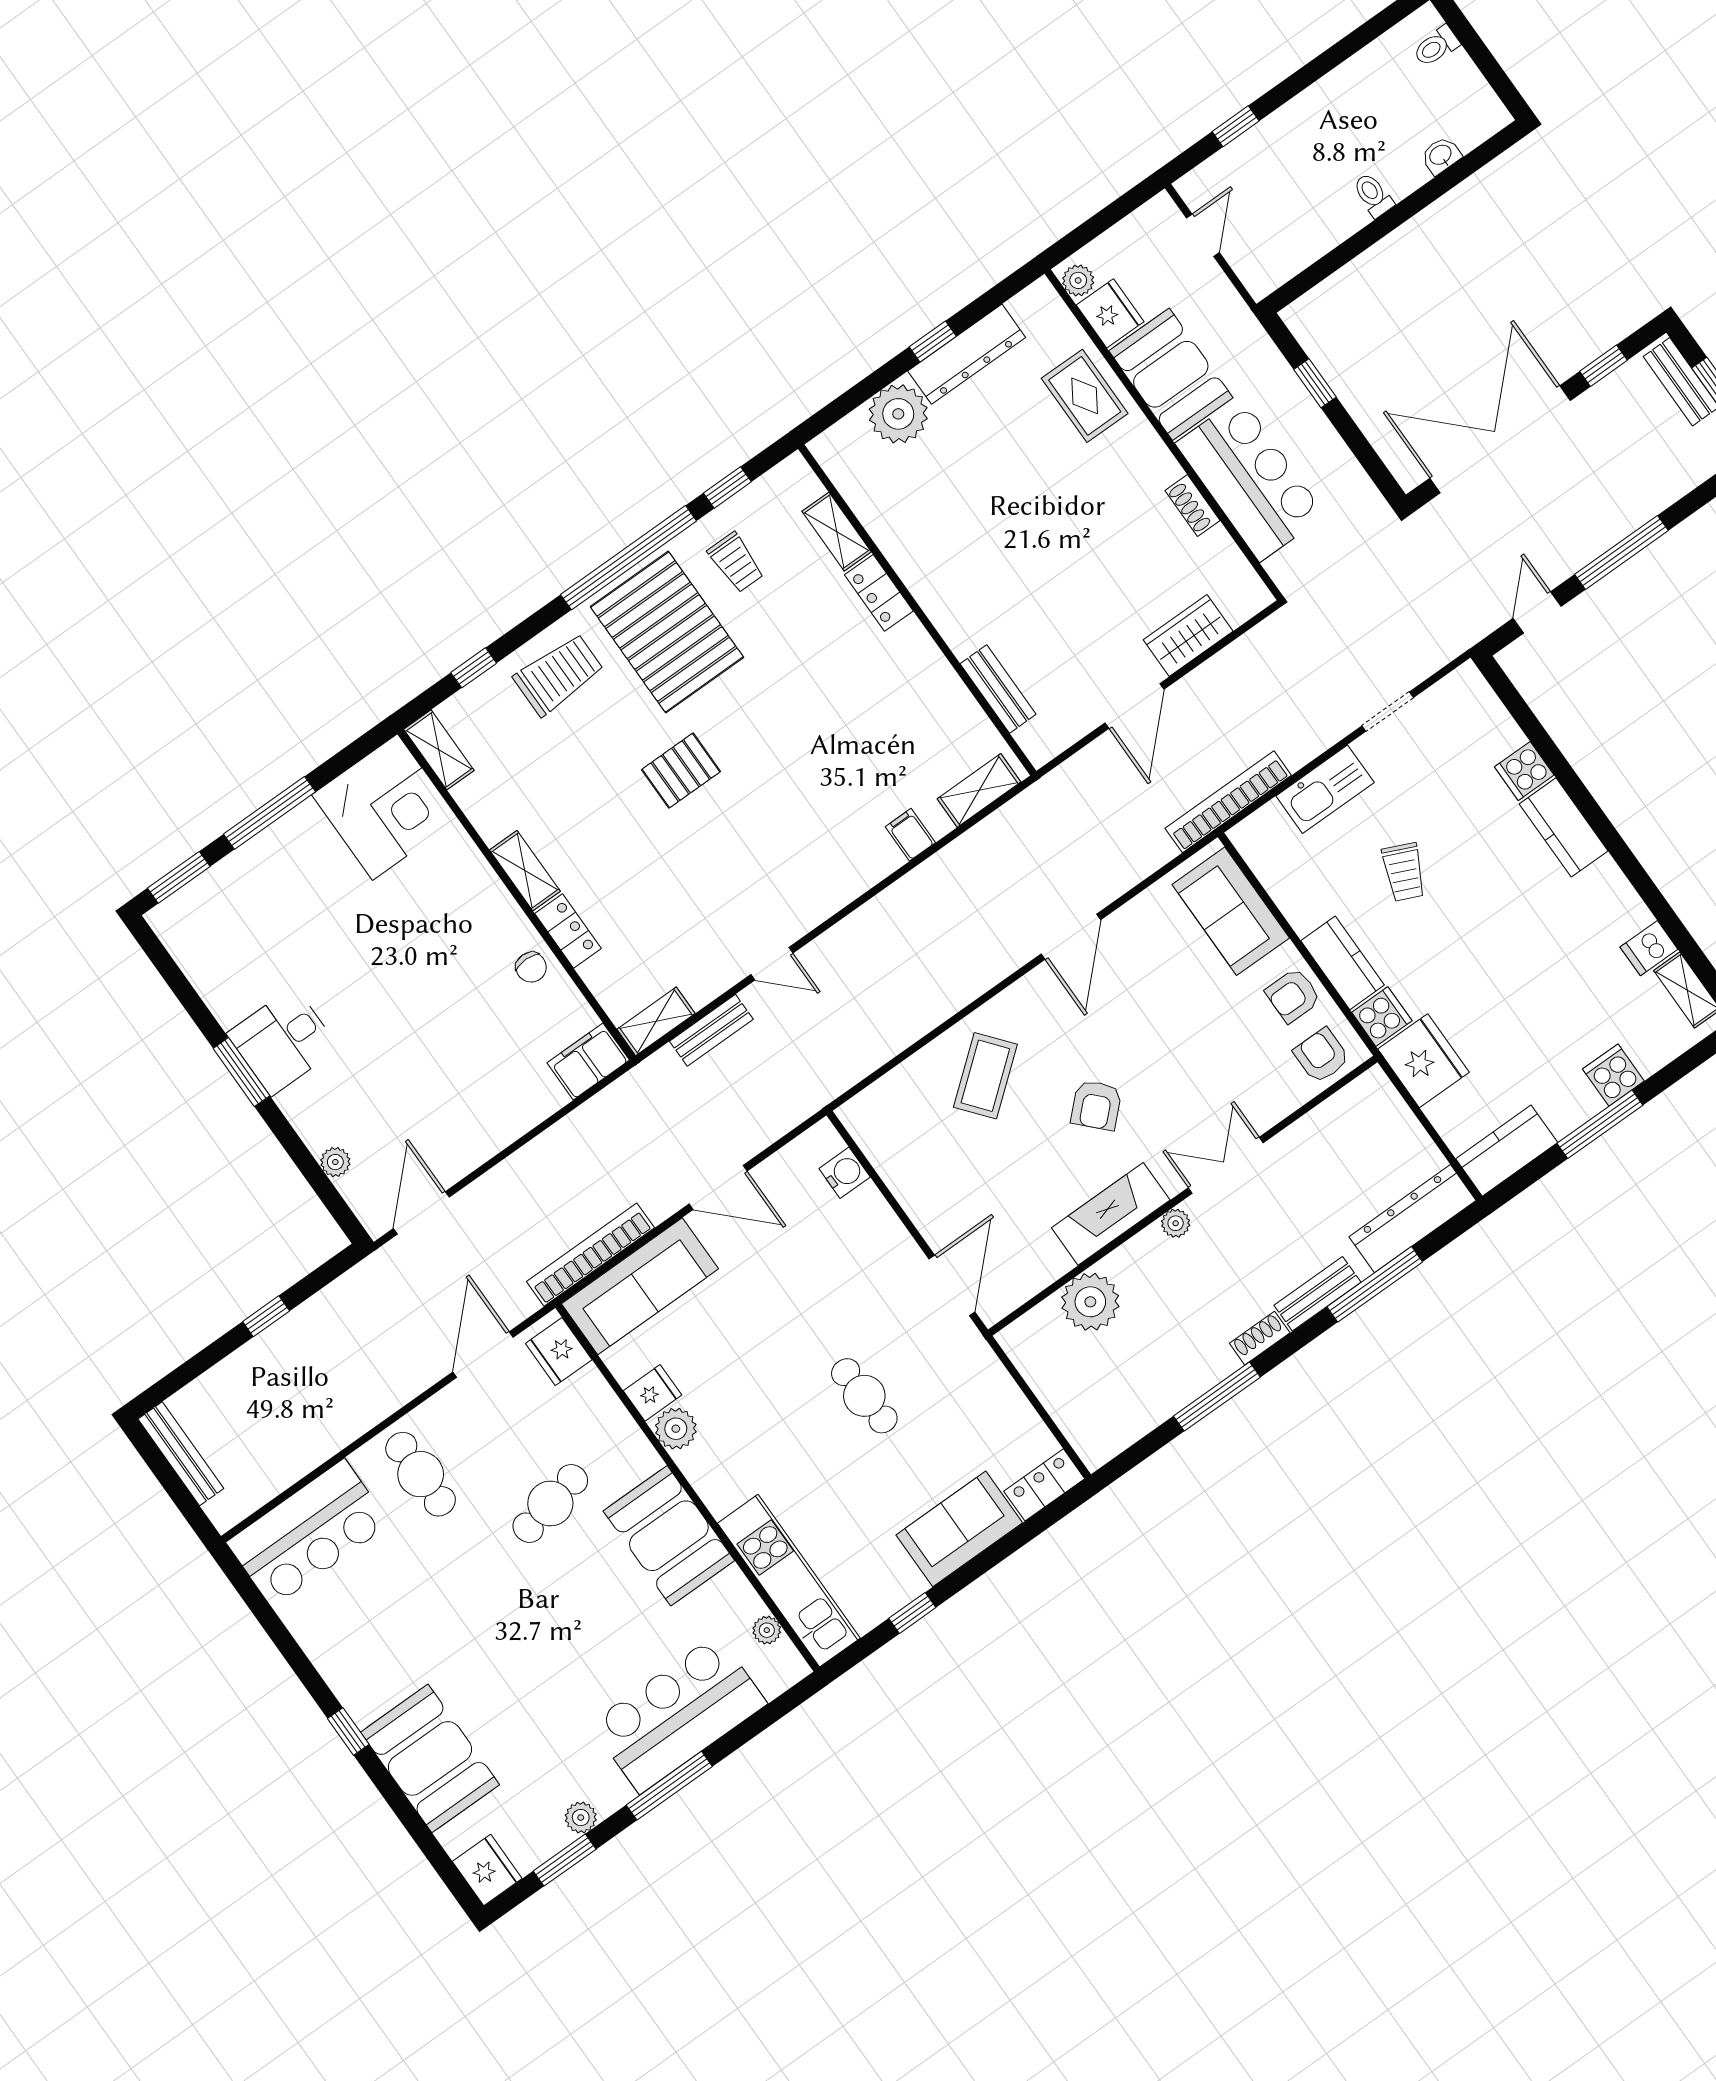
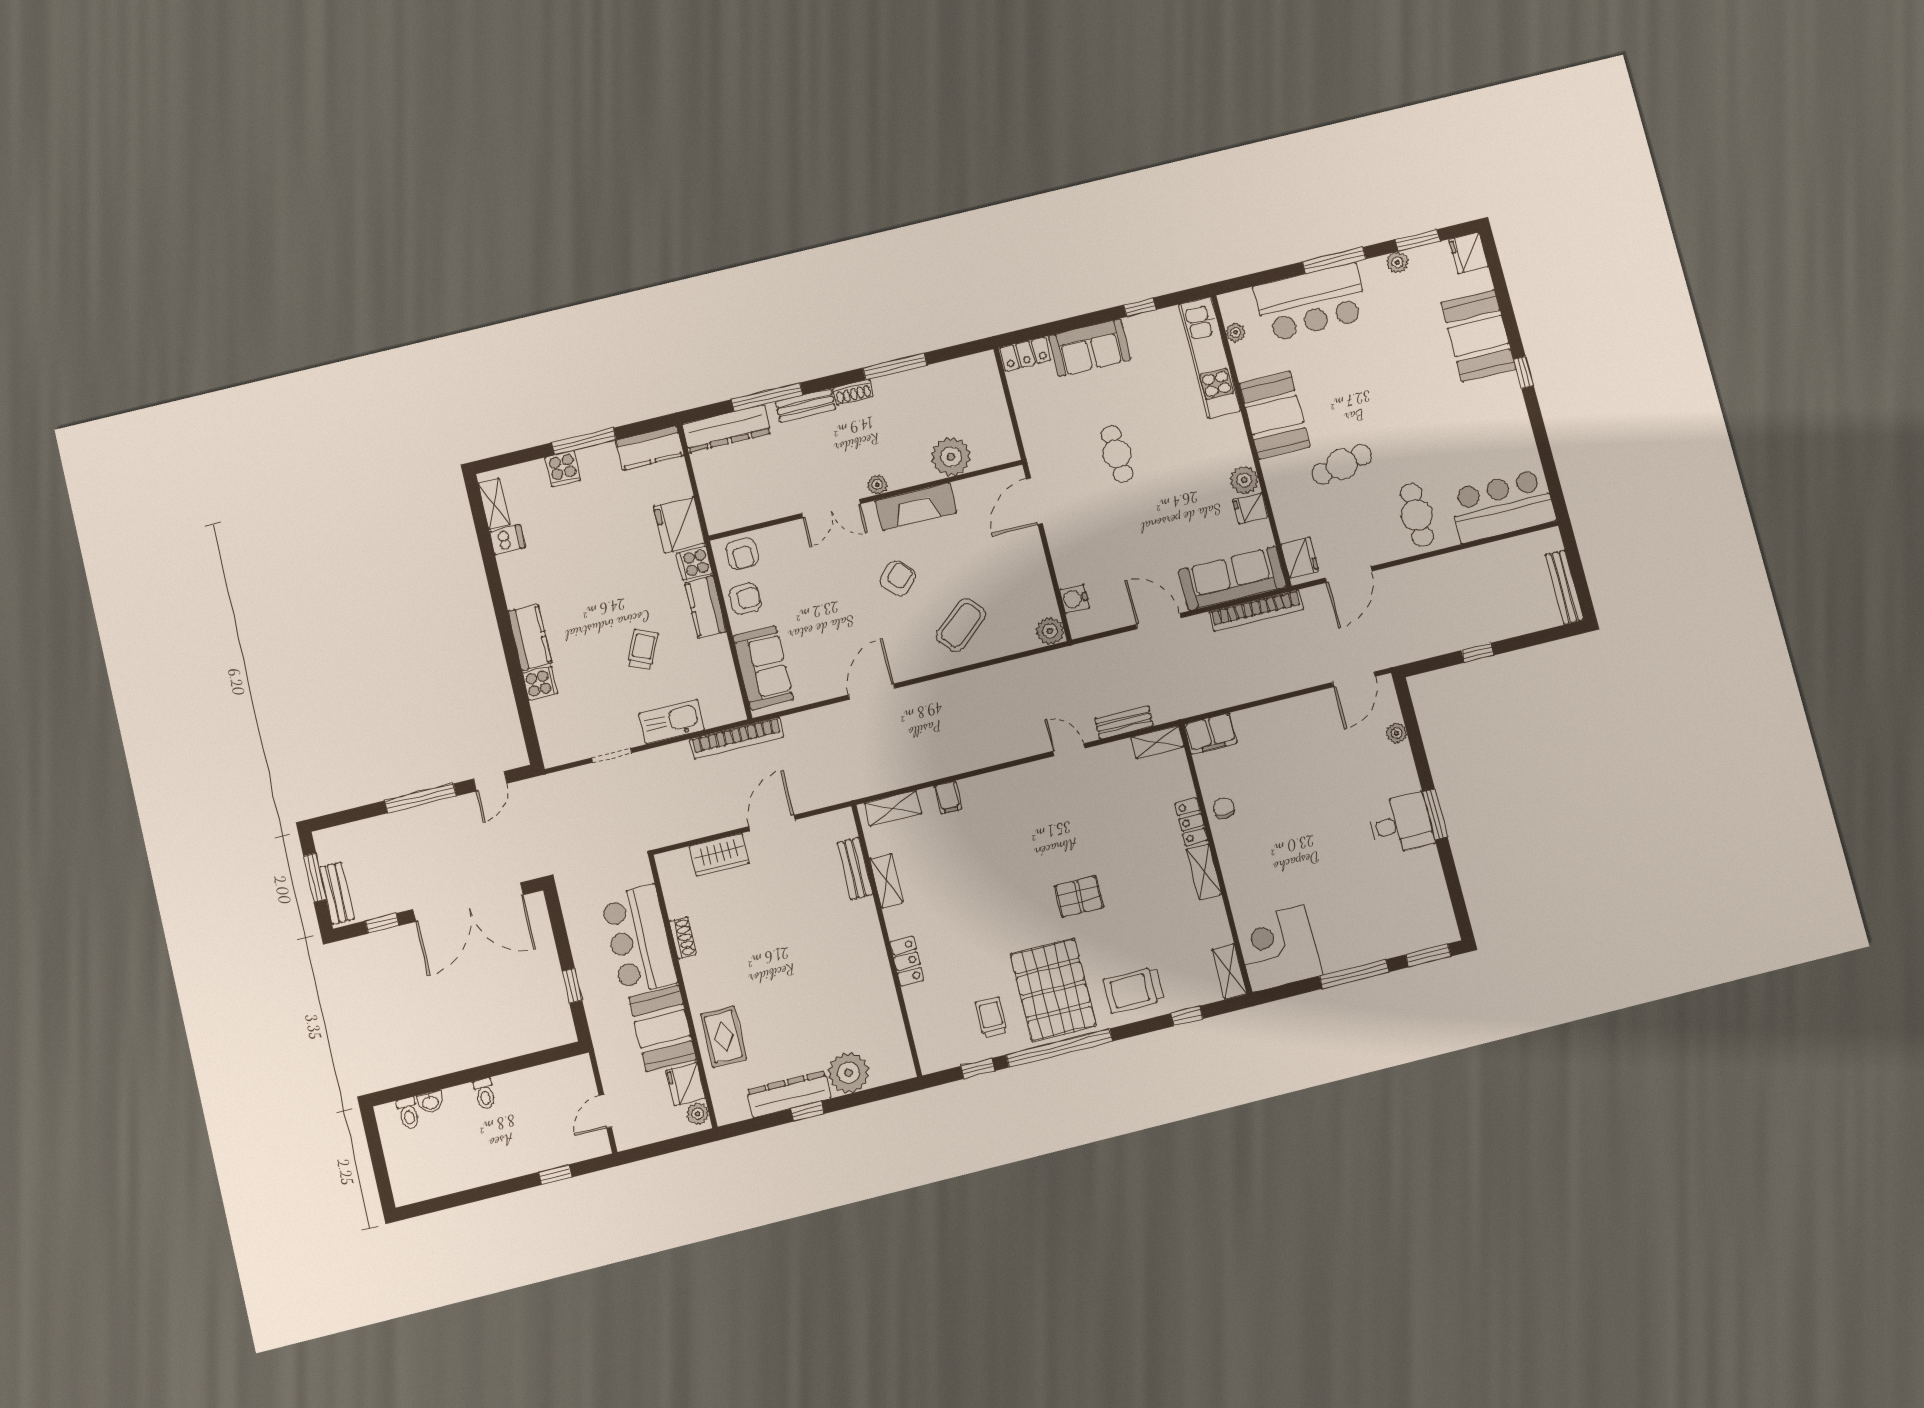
toilet: (1436, 46) -> (408, 1113), moved, turned 90
shelving: (837, 532) -> (887, 881), moved
plant: (861, 1116) -> (1050, 631), added

